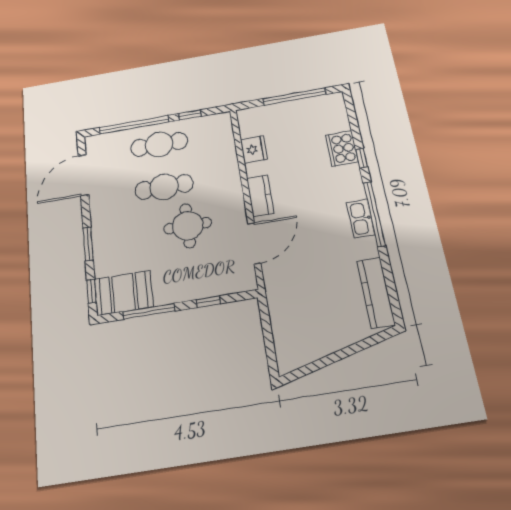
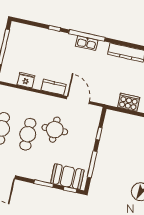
cooker: (342, 149) -> (129, 102), moved, turned 180
booth: (124, 293) -> (67, 176), moved, turned 90

